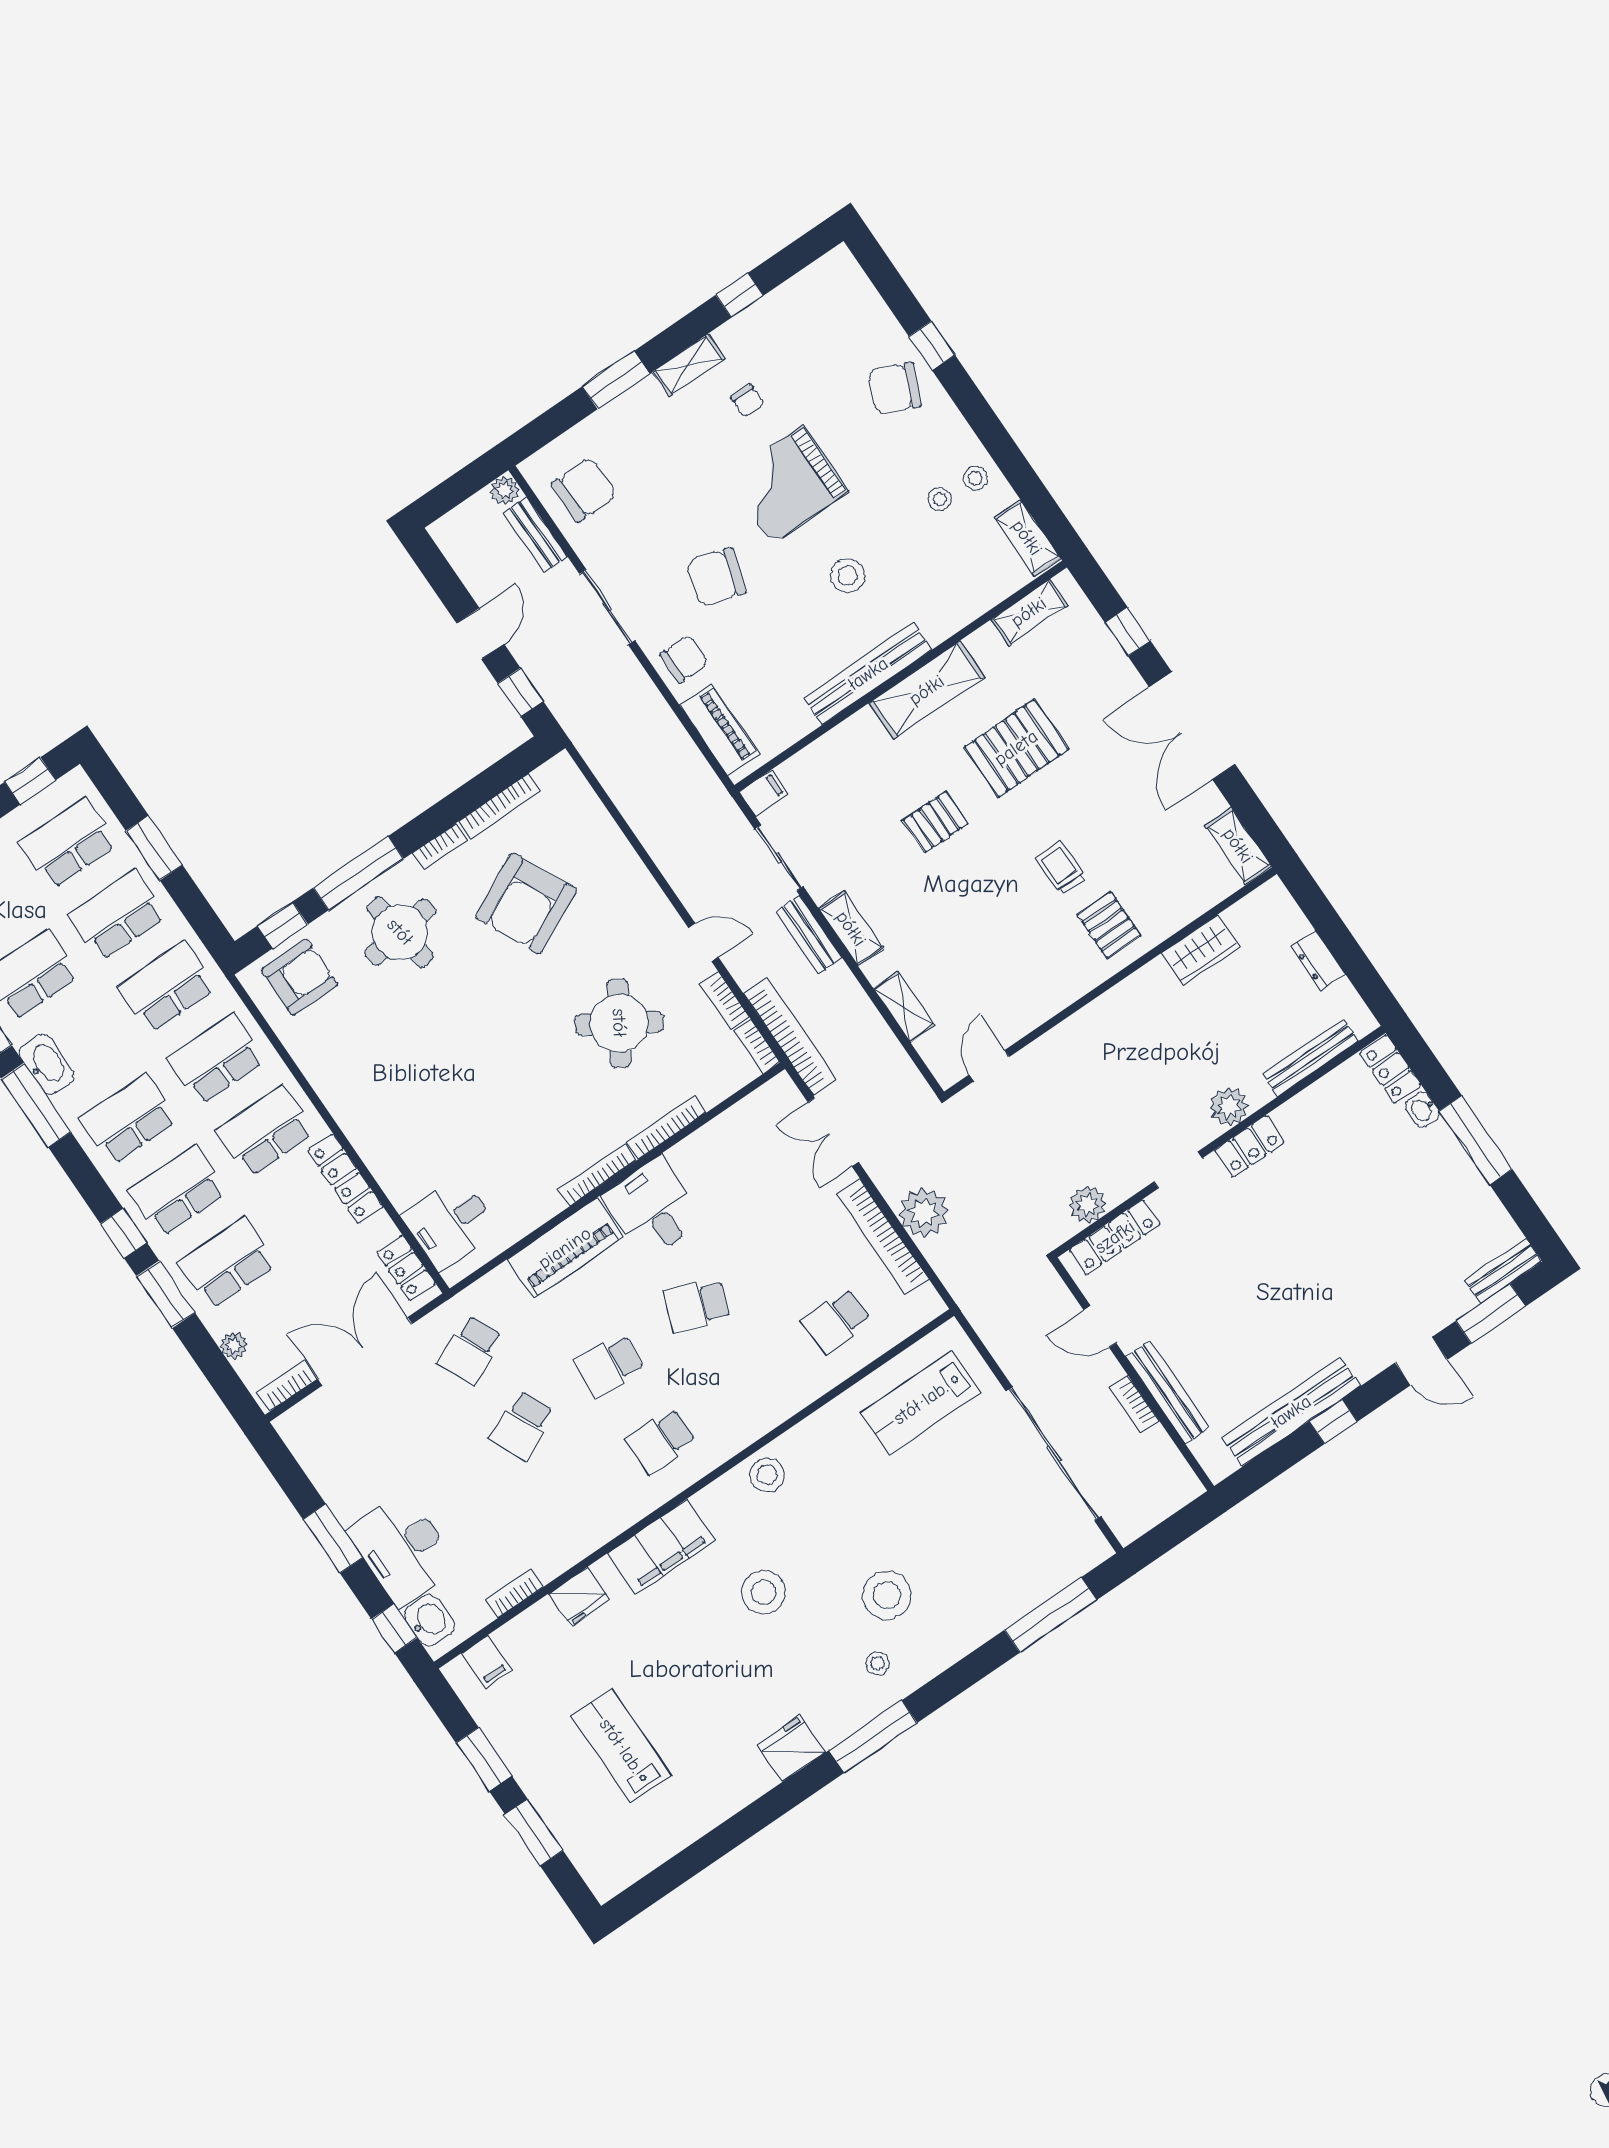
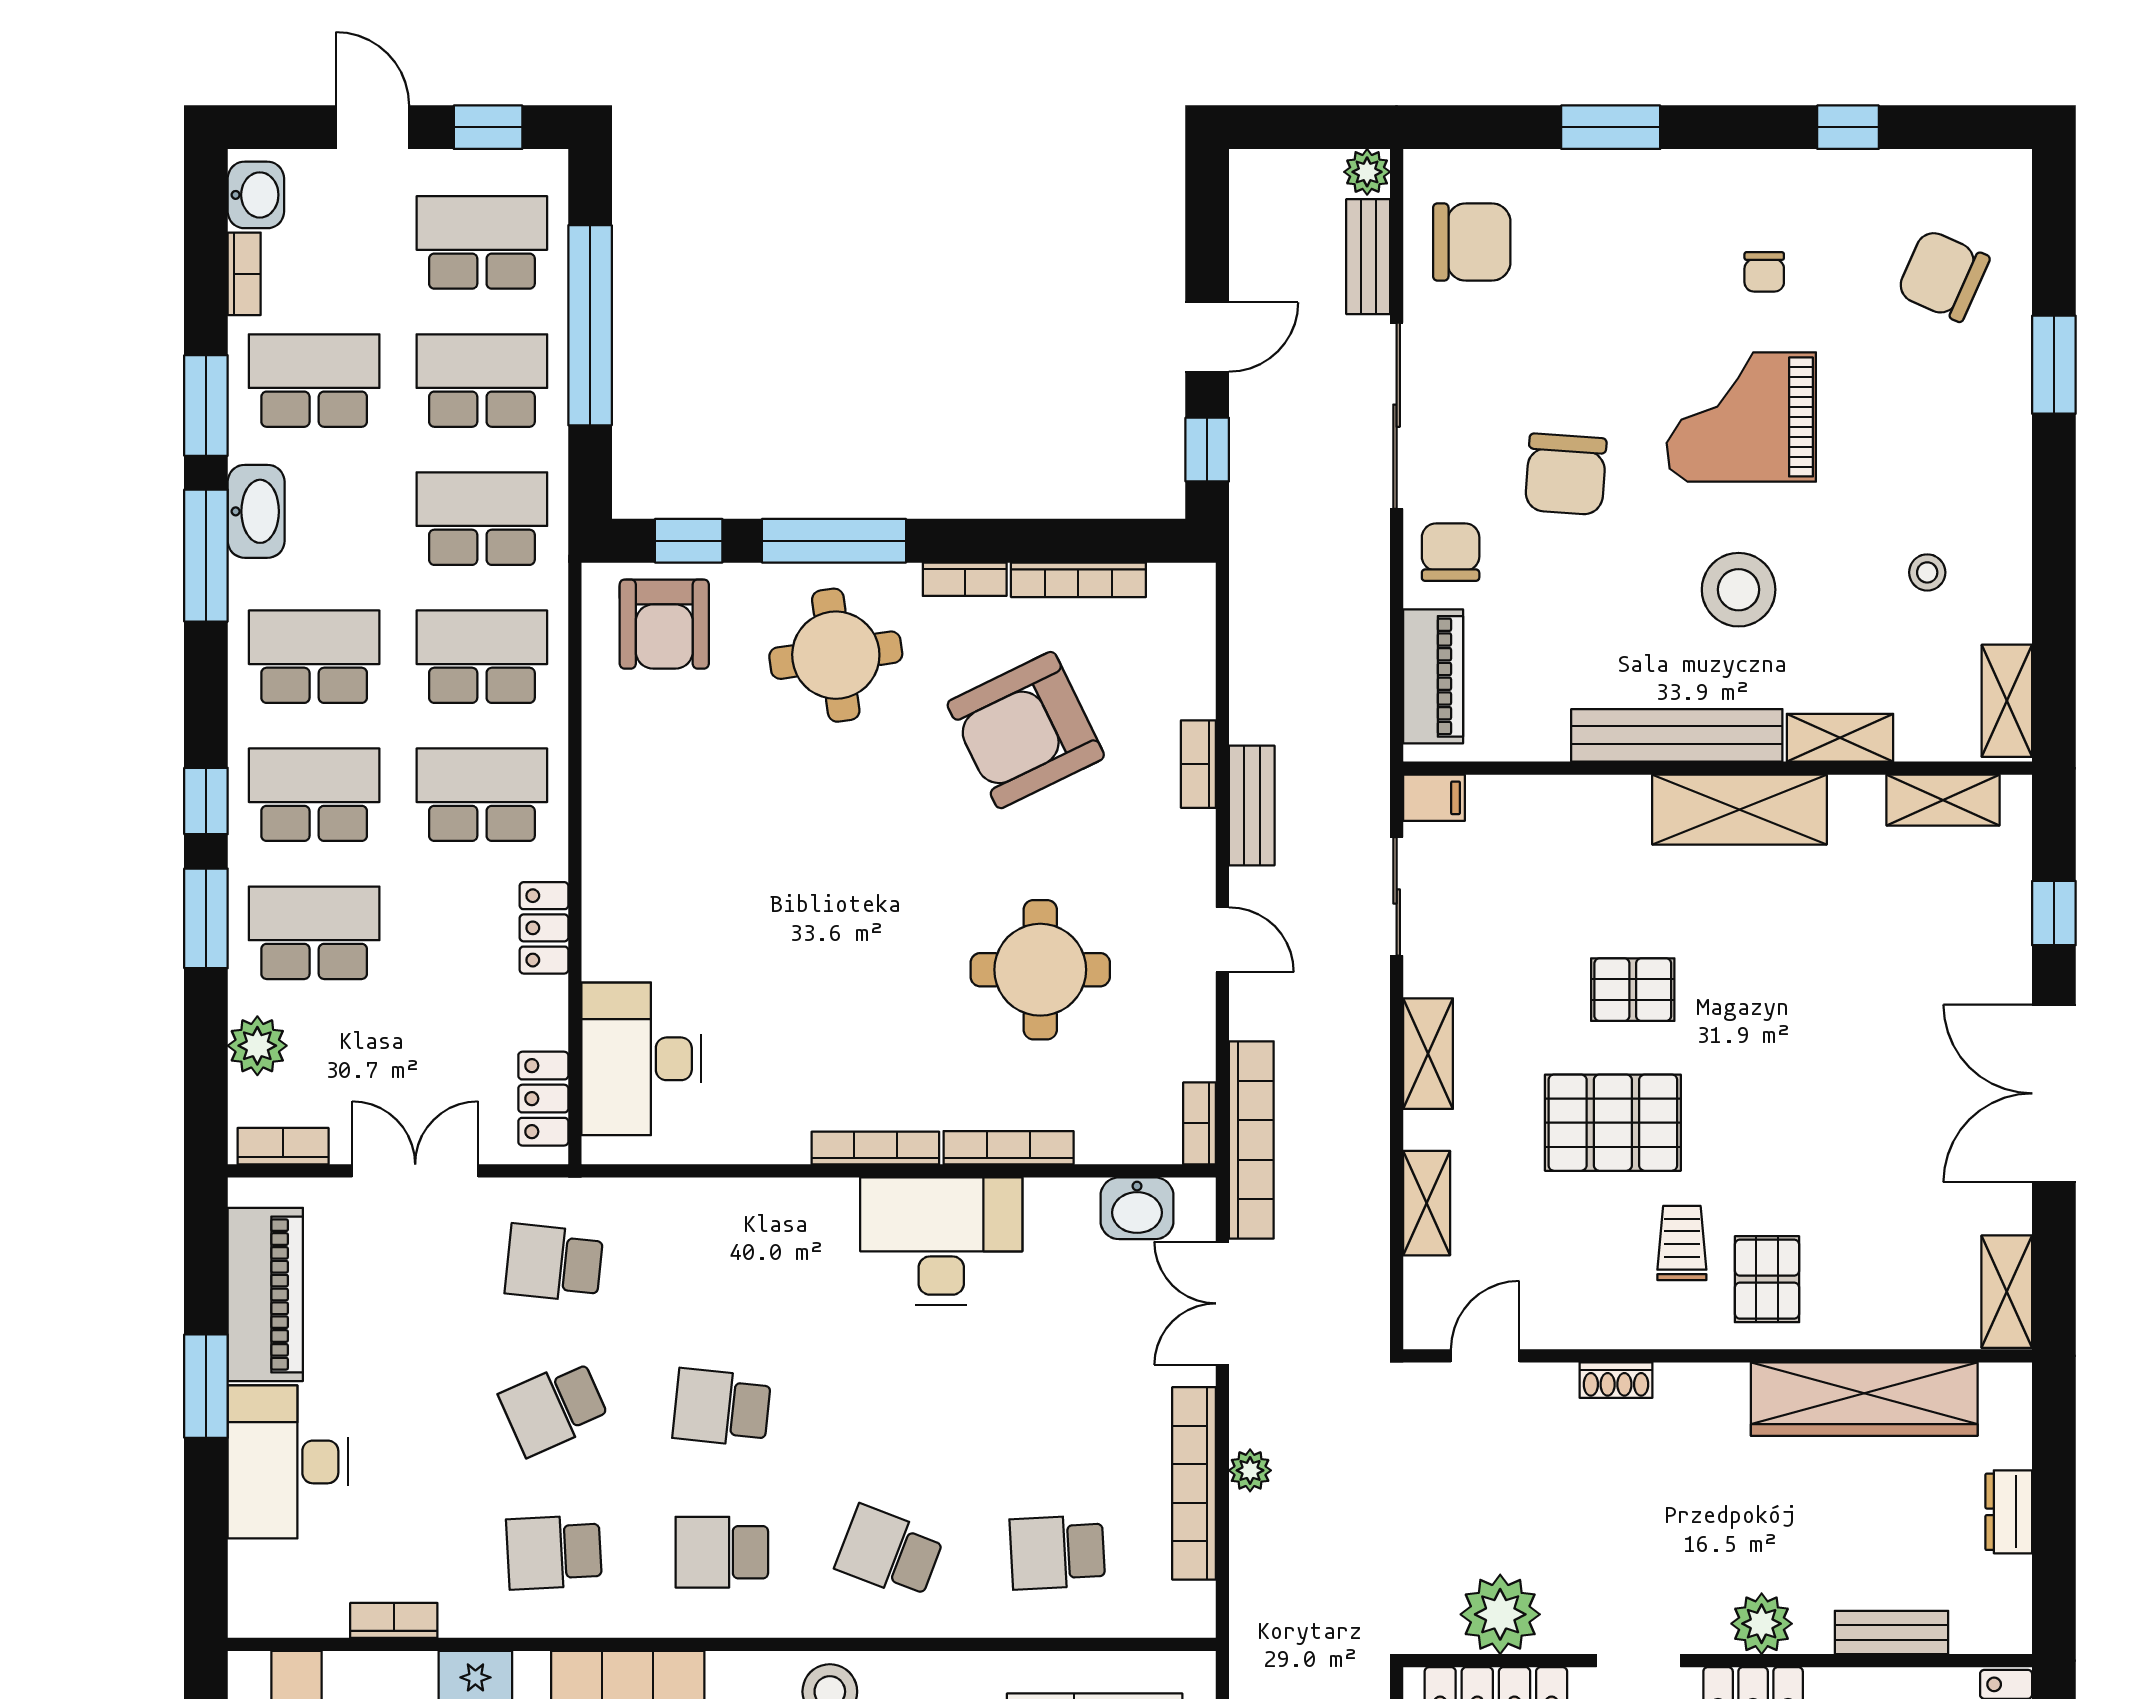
window: (932, 346) -> (2054, 365), width x1.50
shelving: (689, 365) -> (1840, 738), moved
chair: (895, 388) -> (1943, 275), moved
stool: (975, 478) -> (1992, 576), removed
stool: (848, 576) -> (1739, 590), width x1.38, depth x1.38
chair: (716, 577) -> (1566, 474), turned -103
sliding door: (607, 607) -> (1397, 416), width x1.37
chair: (684, 659) -> (1451, 552), turned -90
pallet: (1016, 748) -> (1613, 1123), moved
window: (154, 848) -> (590, 325), width x2.11
trolley: (1061, 868) -> (1682, 1243), moved
bench: (809, 935) -> (1252, 806), moved
wardrobe: (1200, 950) -> (1864, 1399), width x2.10, depth x1.17
armchair: (300, 977) -> (664, 624), turned 90
bookcase: (725, 1000) -> (1198, 764), moved
round table: (619, 1023) -> (1040, 970), turned -32
shoe rack: (1066, 1032) -> (1616, 1380), added
bench: (1311, 1058) -> (1891, 1632), width x0.73
locker: (345, 1179) -> (544, 928), width x0.66
plant: (1088, 1205) -> (1500, 1614), width x1.36, depth x1.36
desk: (653, 1208) -> (941, 1241), width x1.37
plant: (924, 1213) -> (1250, 1470), width x0.53, depth x0.53
desk: (450, 1223) -> (641, 1059), width x1.37
piano: (565, 1248) -> (265, 1294), moved, turned -90
school desk: (697, 1305) -> (890, 1552), moved
plant: (234, 1345) -> (257, 1046), width x1.38, depth x1.38
school desk: (470, 1350) -> (554, 1263), turned 30
double door: (365, 1351) -> (415, 1171), width x0.73
school desk: (574, 1501) -> (554, 1552), added
washbasin: (429, 1620) -> (1137, 1208), moved, turned 90
window: (394, 1628) -> (206, 1559), removed

